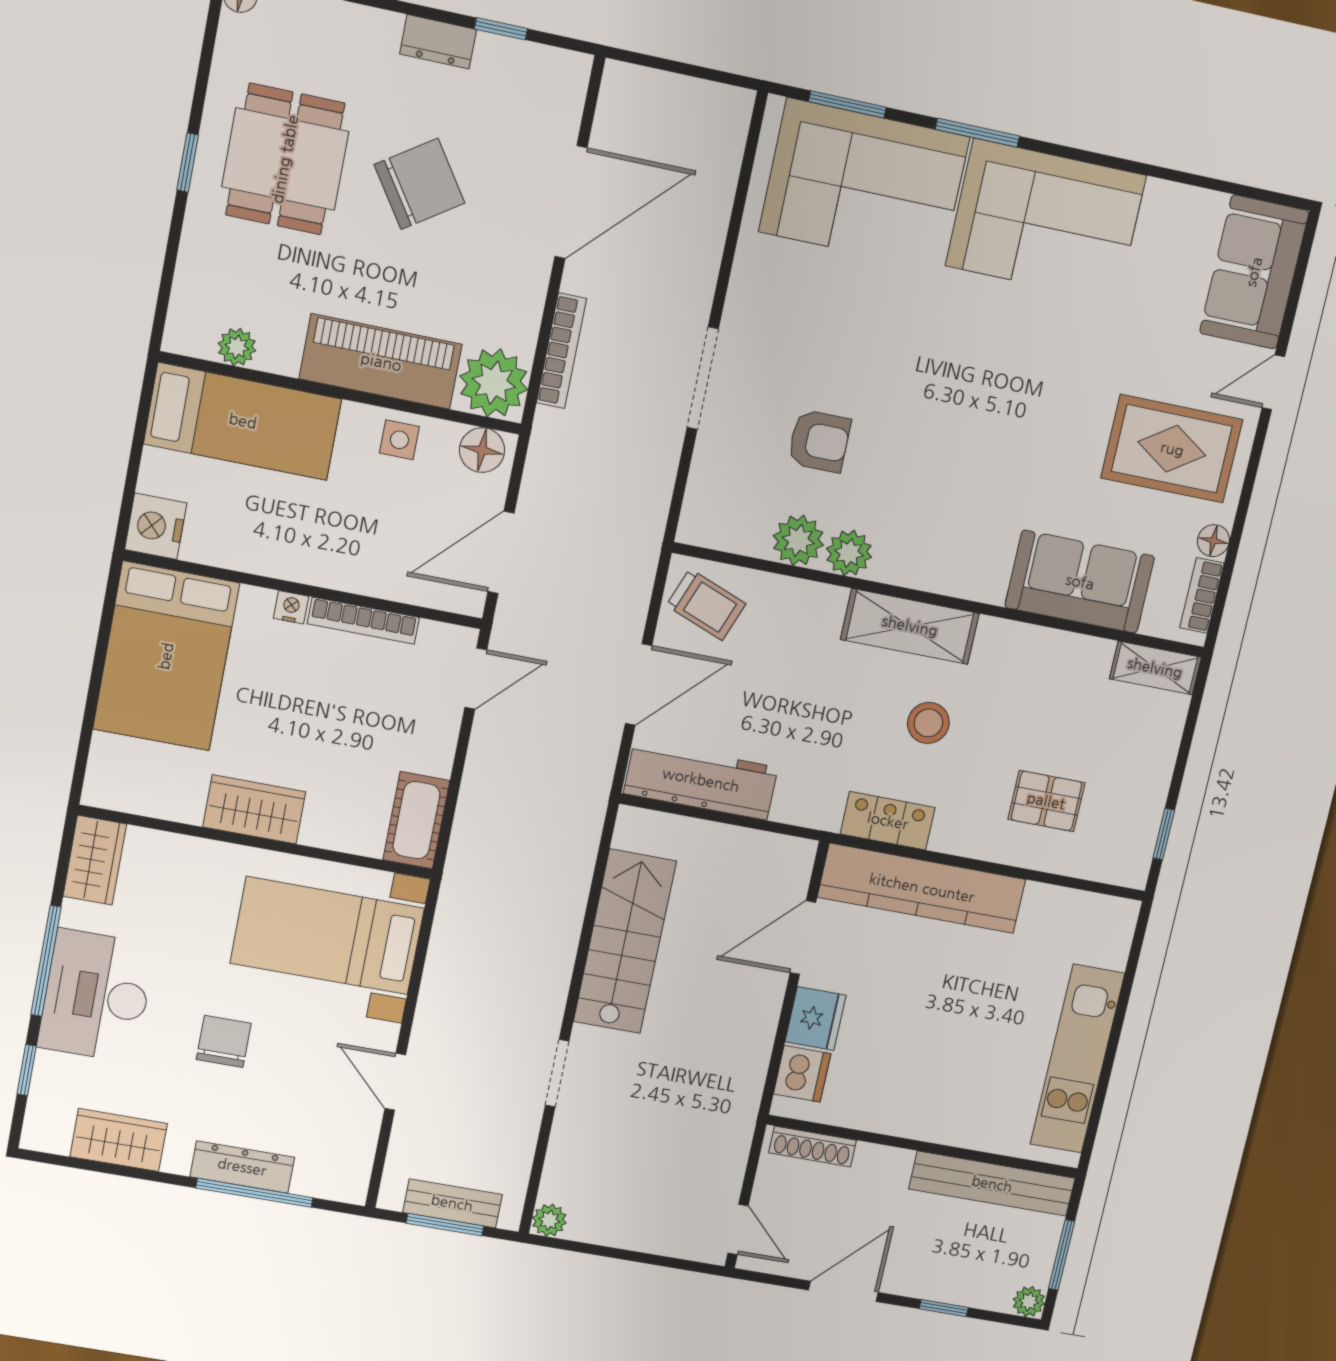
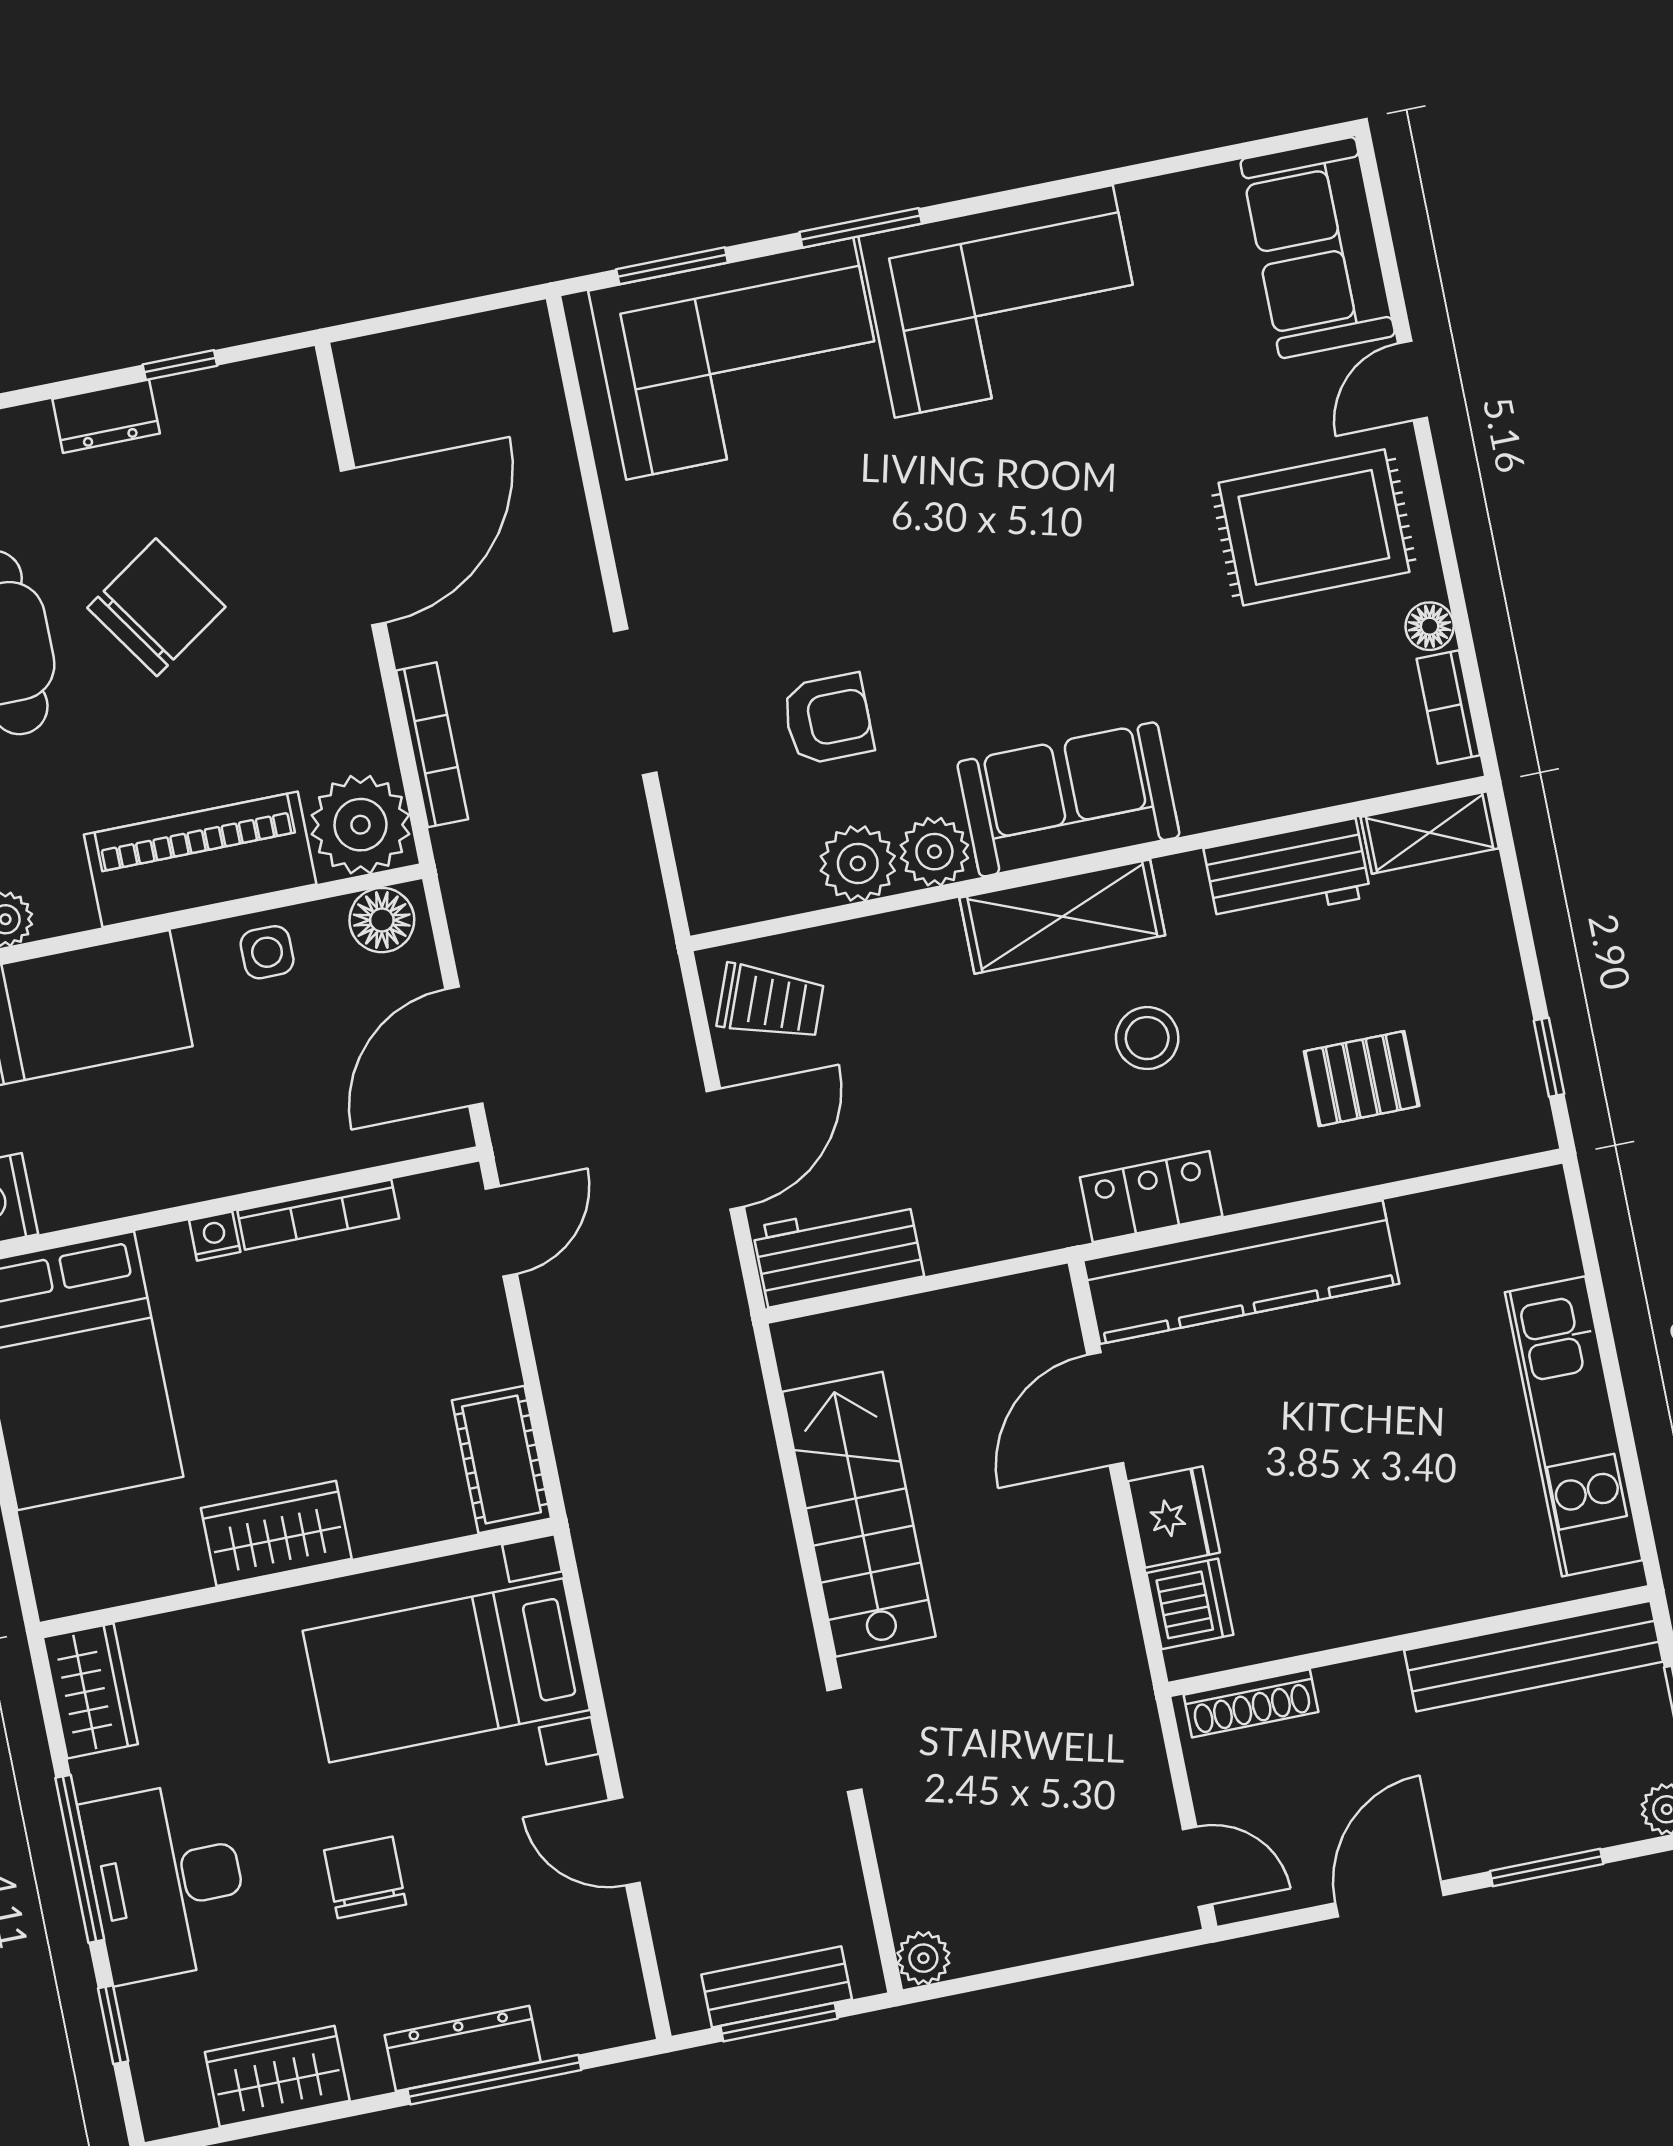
sofa: (1080, 582) -> (1068, 799), moved
workbench: (1059, 657) -> (1287, 872), added
workbench: (701, 780) -> (838, 1252), width x0.73
window: (944, 1308) -> (1547, 1867), width x1.50

